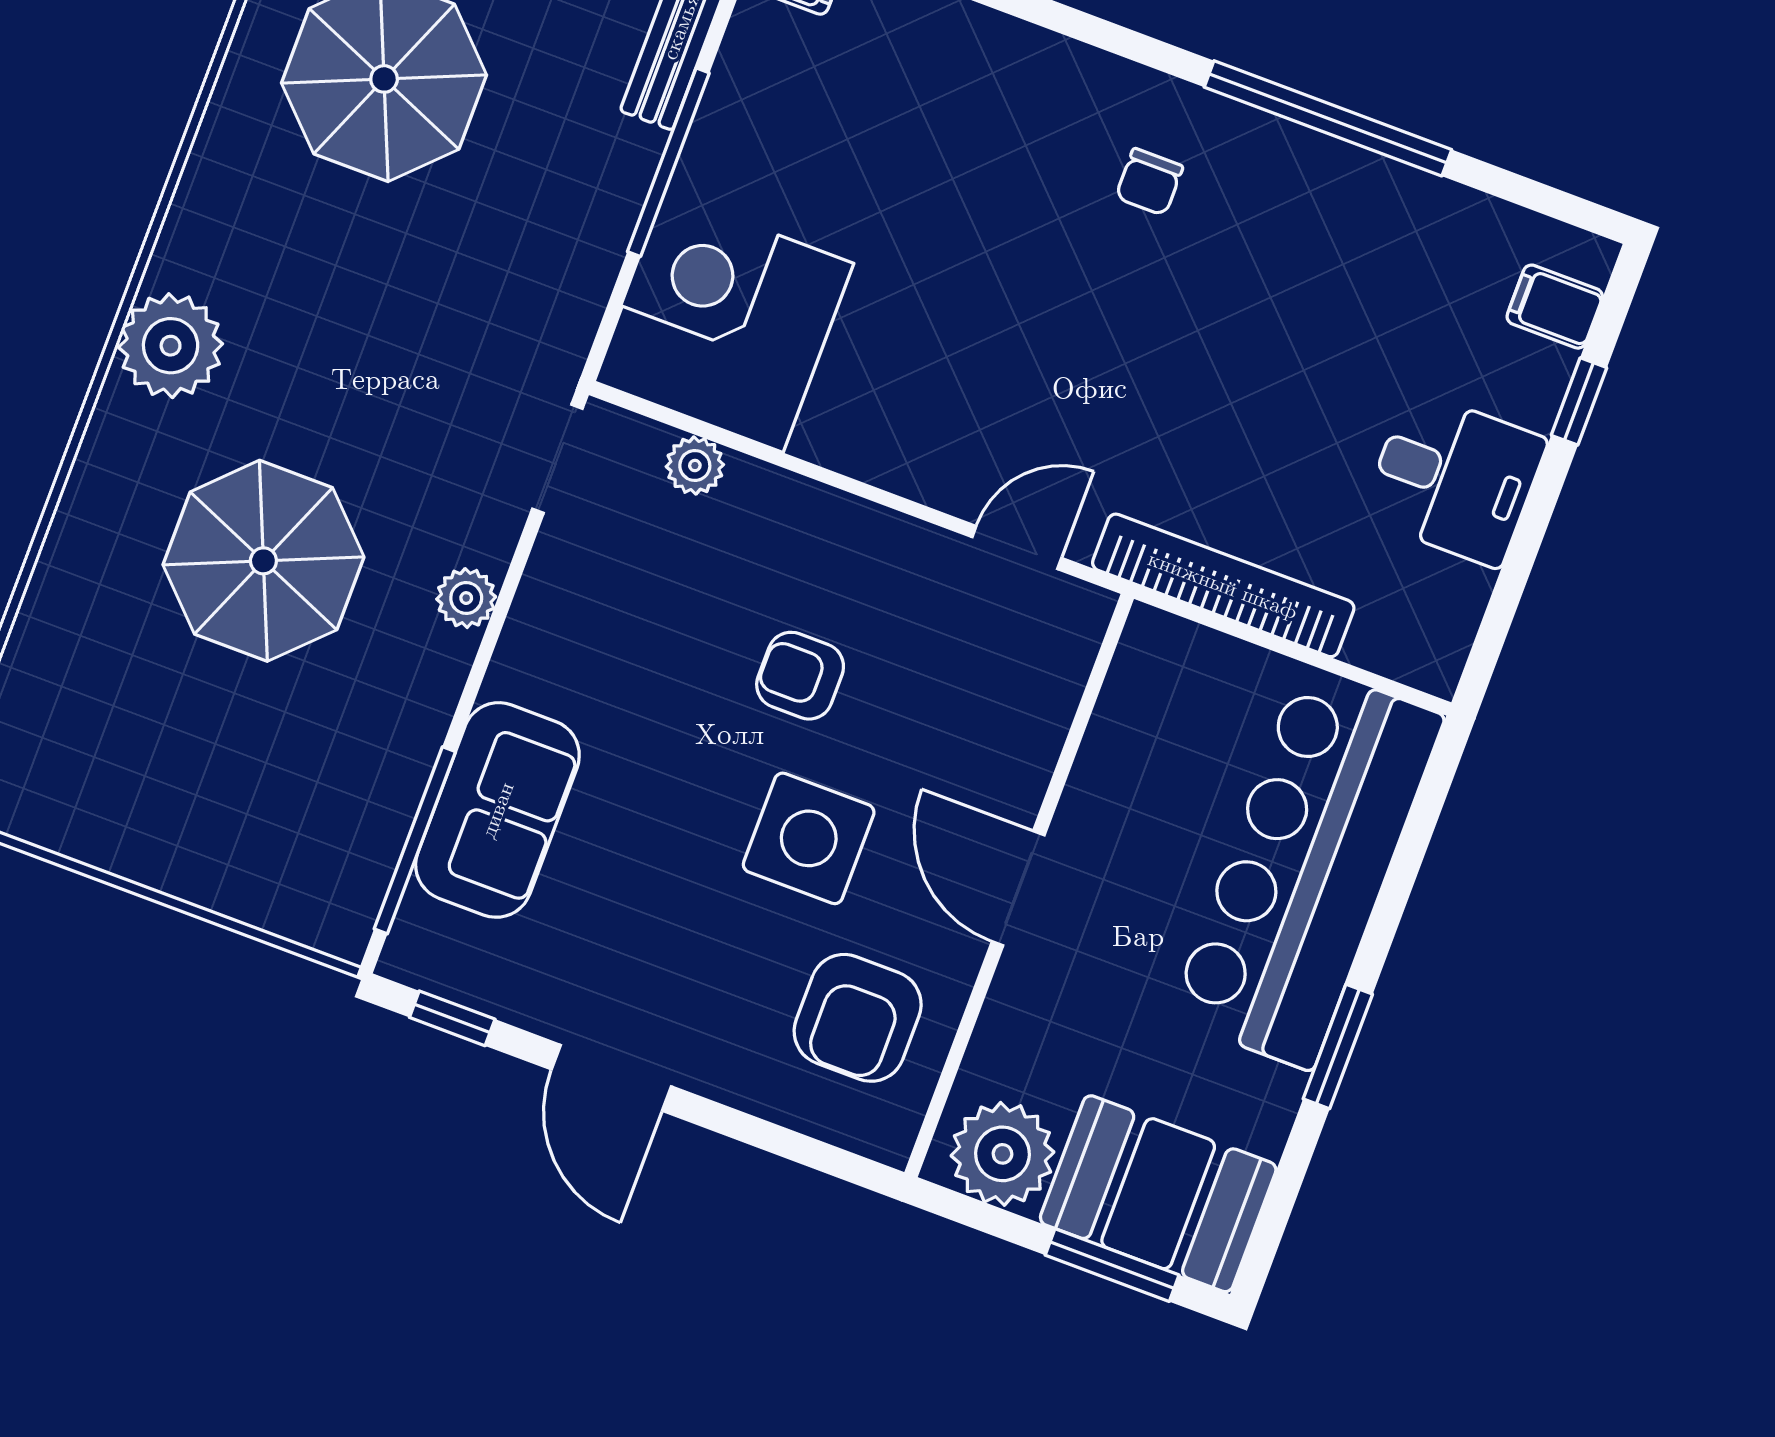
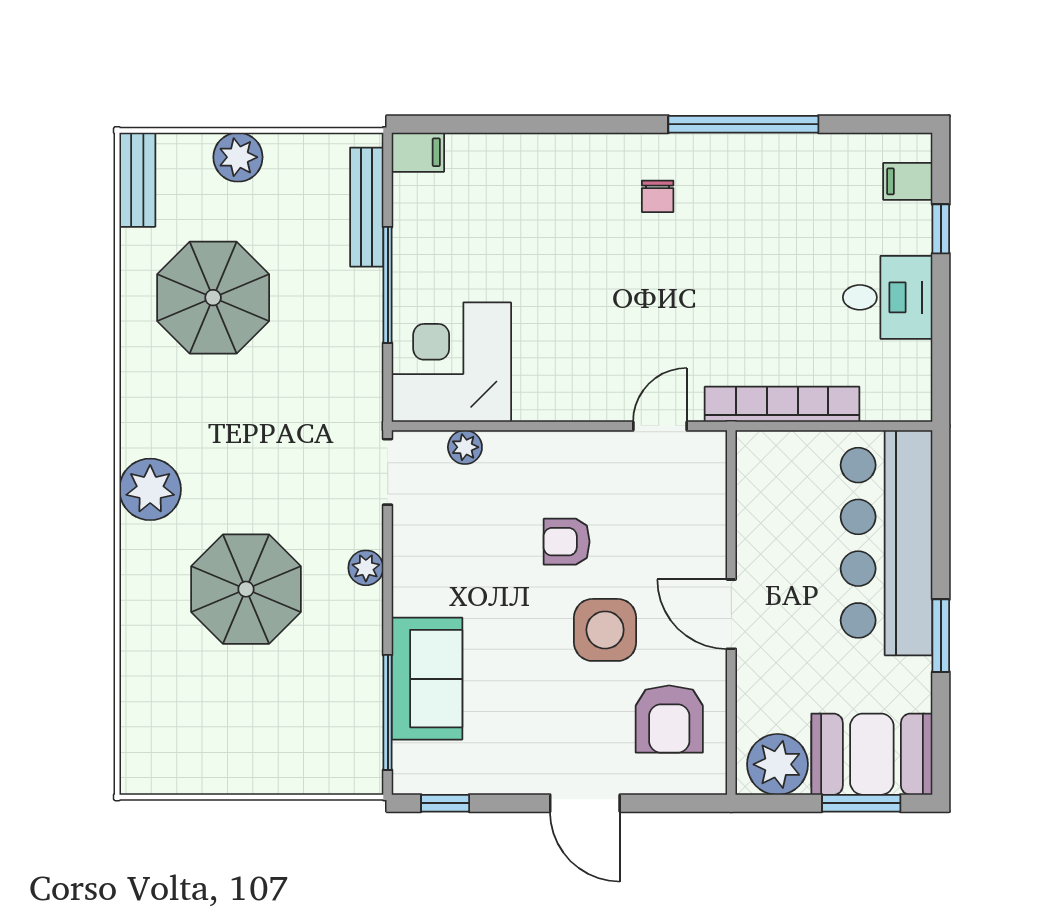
door: (611, 1078) -> (585, 803), moved

